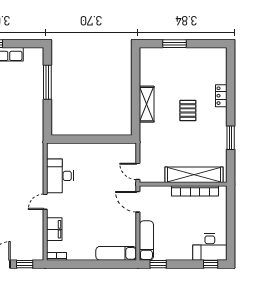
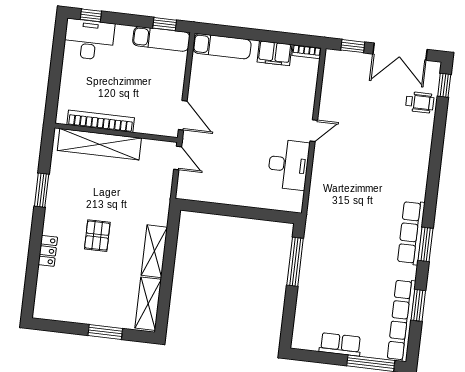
shelving: (147, 67) -> (148, 304), added
window: (47, 82) -> (295, 262), moved
filing cabinet: (54, 229) -> (274, 53), moved, turned -90
exam couch: (146, 241) -> (161, 39), moved, turned -90

